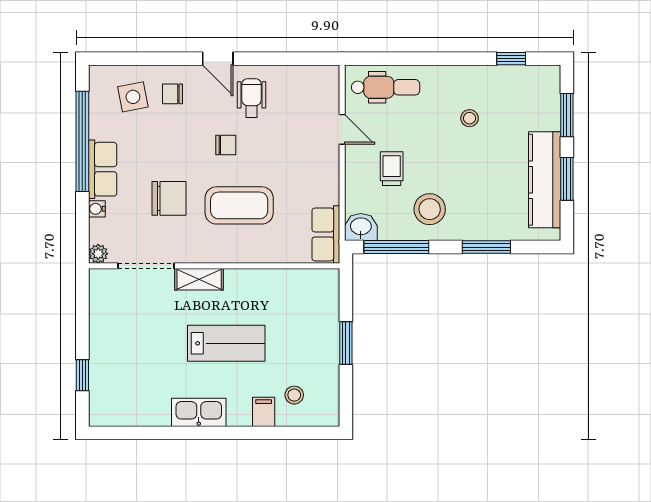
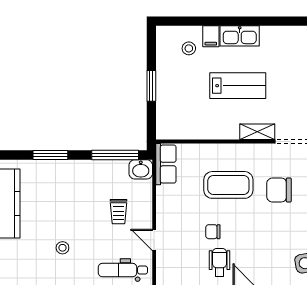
chair: (172, 94) -> (276, 265), removed
wheelchair: (251, 98) -> (220, 262), turned 180
chair: (226, 145) -> (213, 232), moved
stool: (430, 209) -> (91, 182), removed
lab bench: (226, 343) -> (238, 86), turned 180
kitchen sink: (199, 412) -> (240, 36), moved

